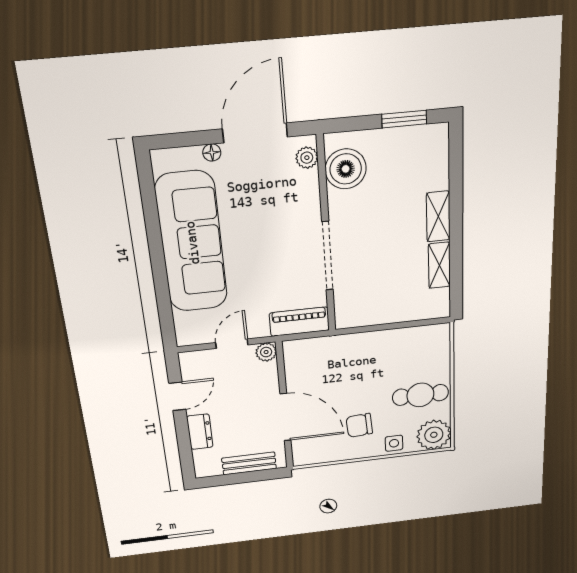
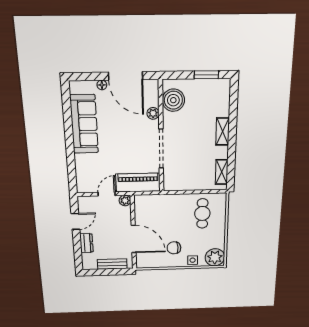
door: (255, 133) -> (126, 76), swing flipped
plant: (307, 158) -> (153, 113), moved
sofa: (192, 243) -> (84, 124), width x0.74, depth x0.79
shelving: (439, 265) -> (222, 172), moved
piano: (299, 322) -> (138, 183), width x1.37, depth x1.33
cafe table: (420, 395) -> (202, 213), moved, turned 90

